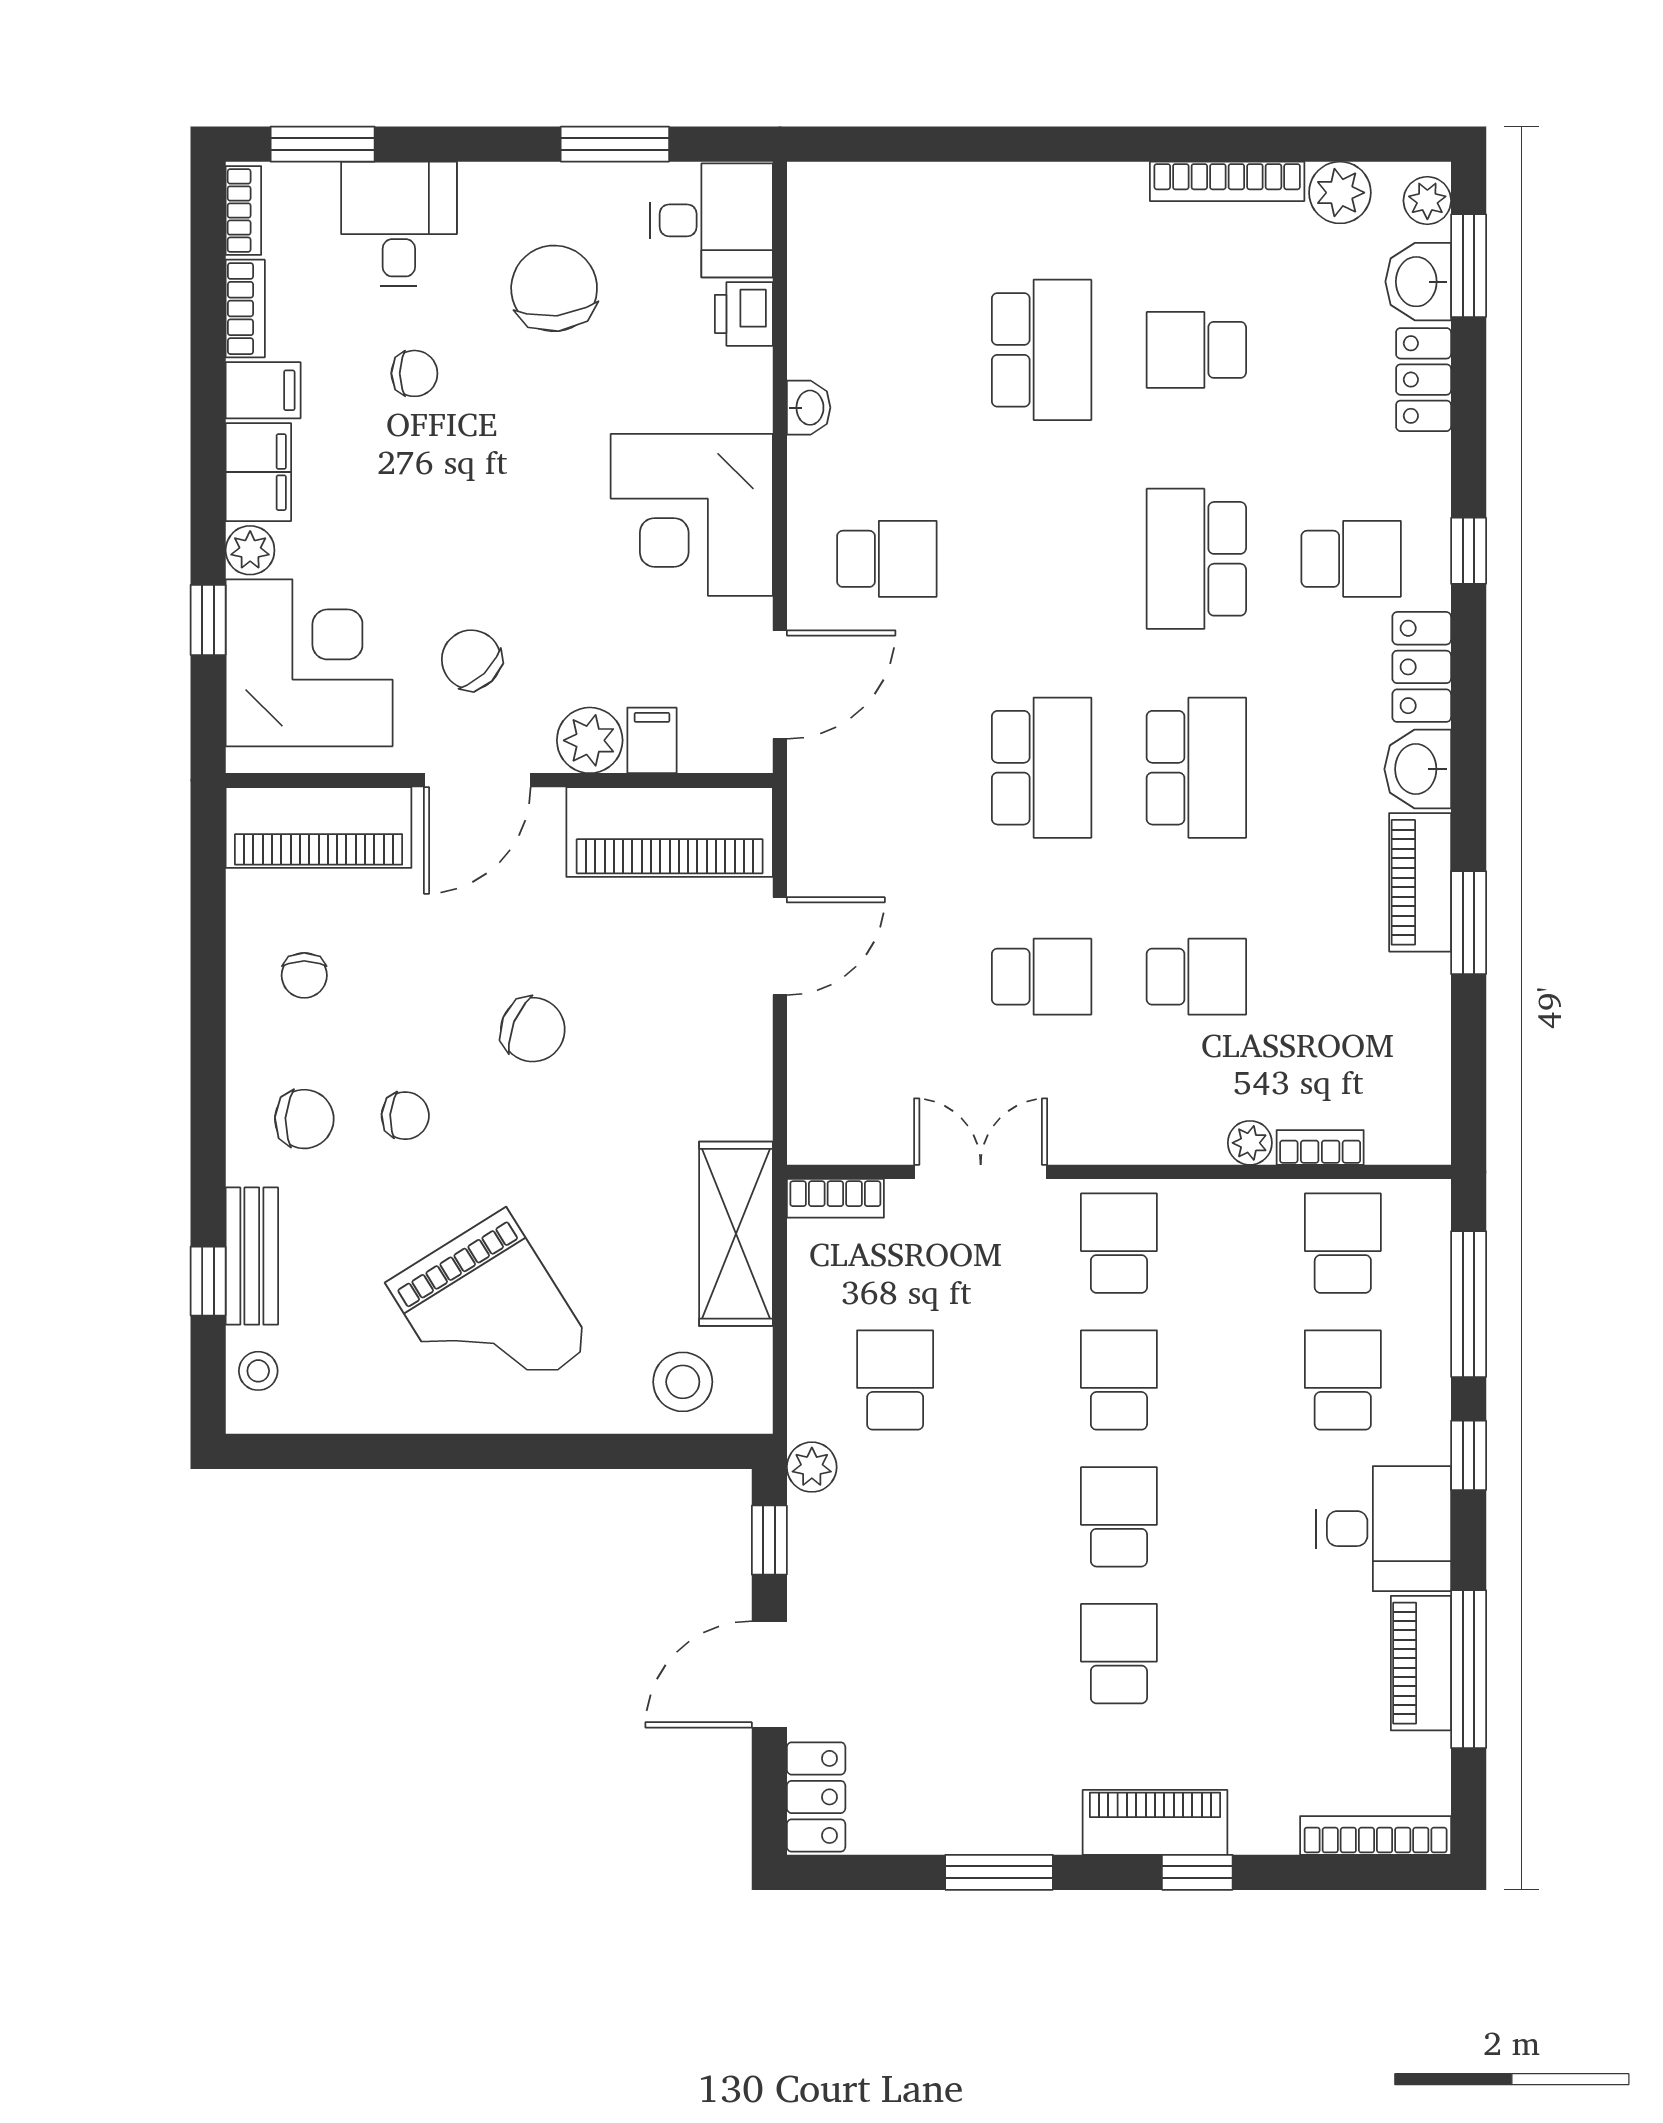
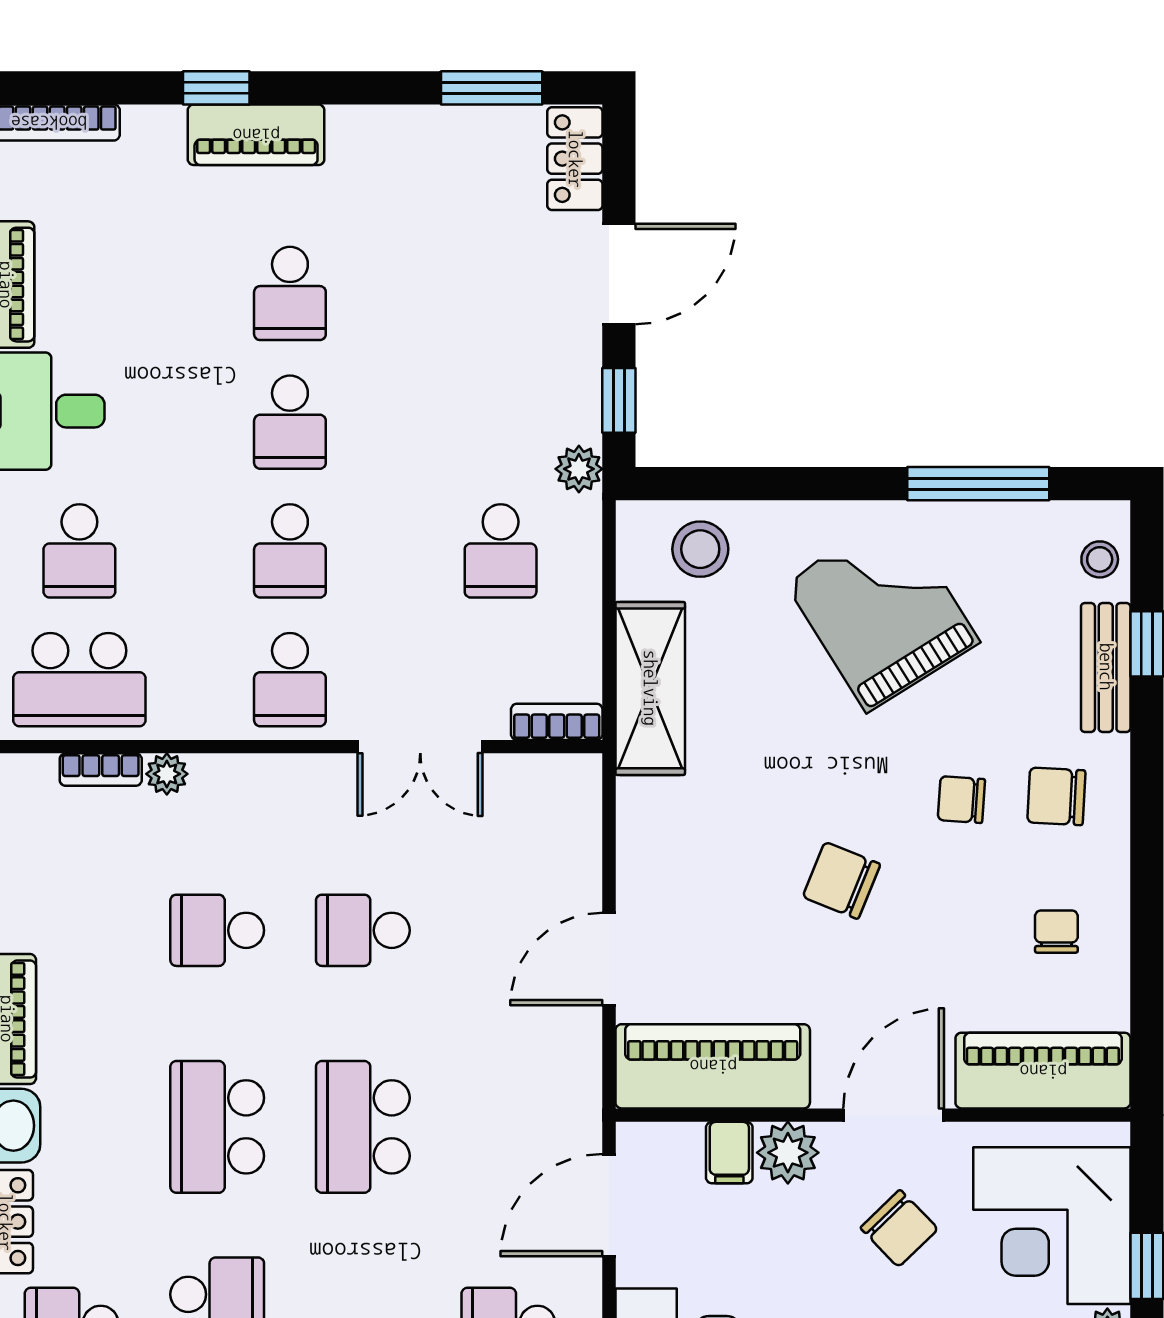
school desk: (1343, 1243) -> (79, 680), width x1.85
window: (387, 1451) -> (978, 484), added
window: (999, 1872) -> (492, 88), moved

